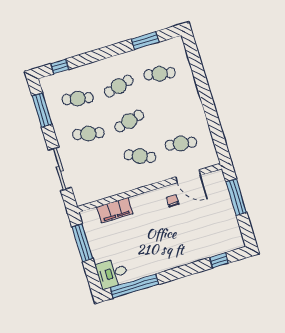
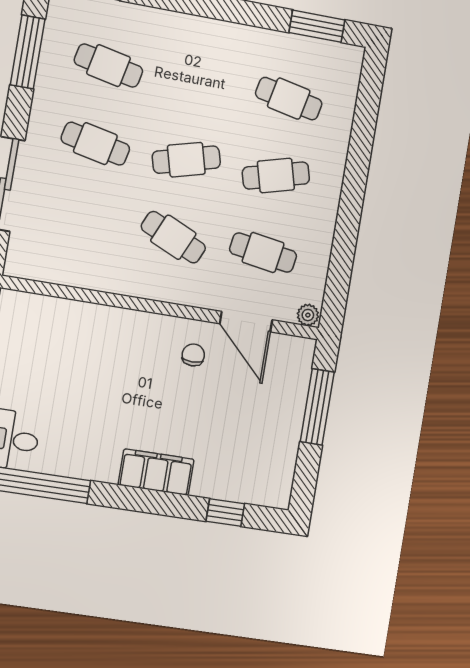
window: (145, 41) -> (317, 26), moved
cafe table: (119, 86) -> (276, 175), moved
plant: (213, 160) -> (308, 315), added
filing cabinet: (115, 210) -> (156, 472), moved, turned 180

